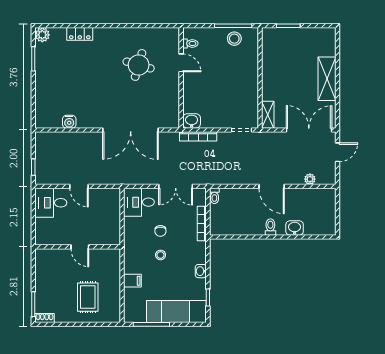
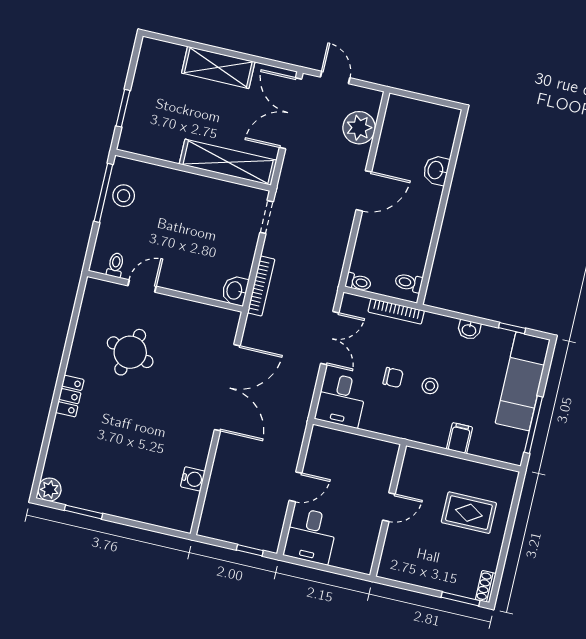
locker: (80, 34) -> (70, 396), moved
shelving: (268, 115) -> (228, 162), width x2.20, depth x1.33
plant: (310, 179) -> (359, 128), width x1.88, depth x1.88
toilet: (270, 227) -> (409, 283), moved

